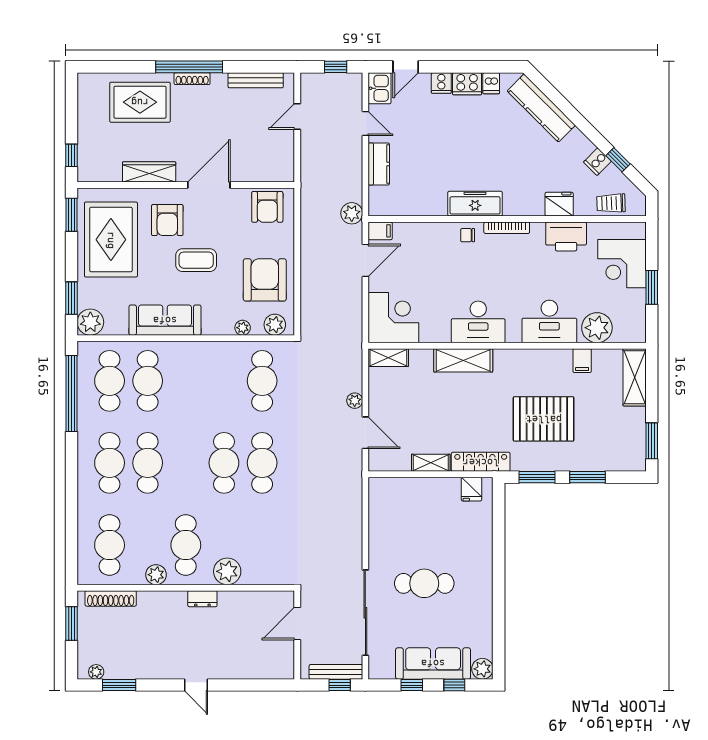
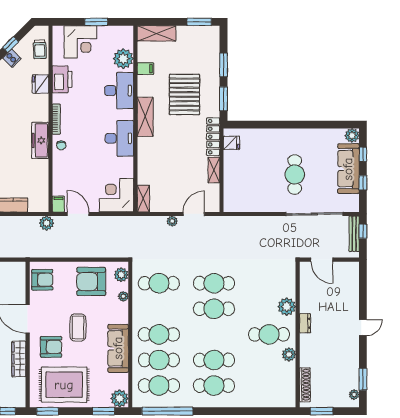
shelving: (463, 360) -> (145, 117), moved
cafe table: (110, 545) -> (159, 334), moved

